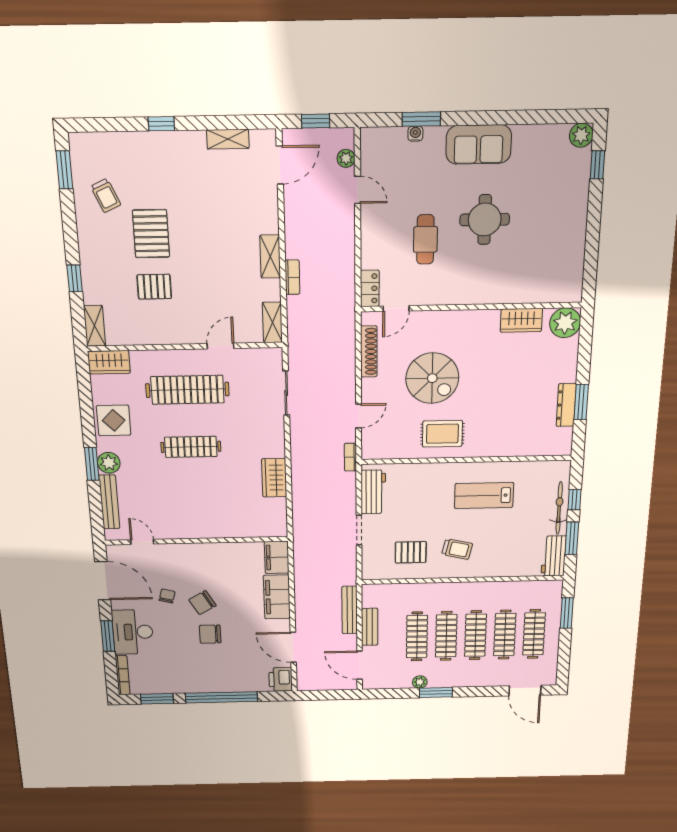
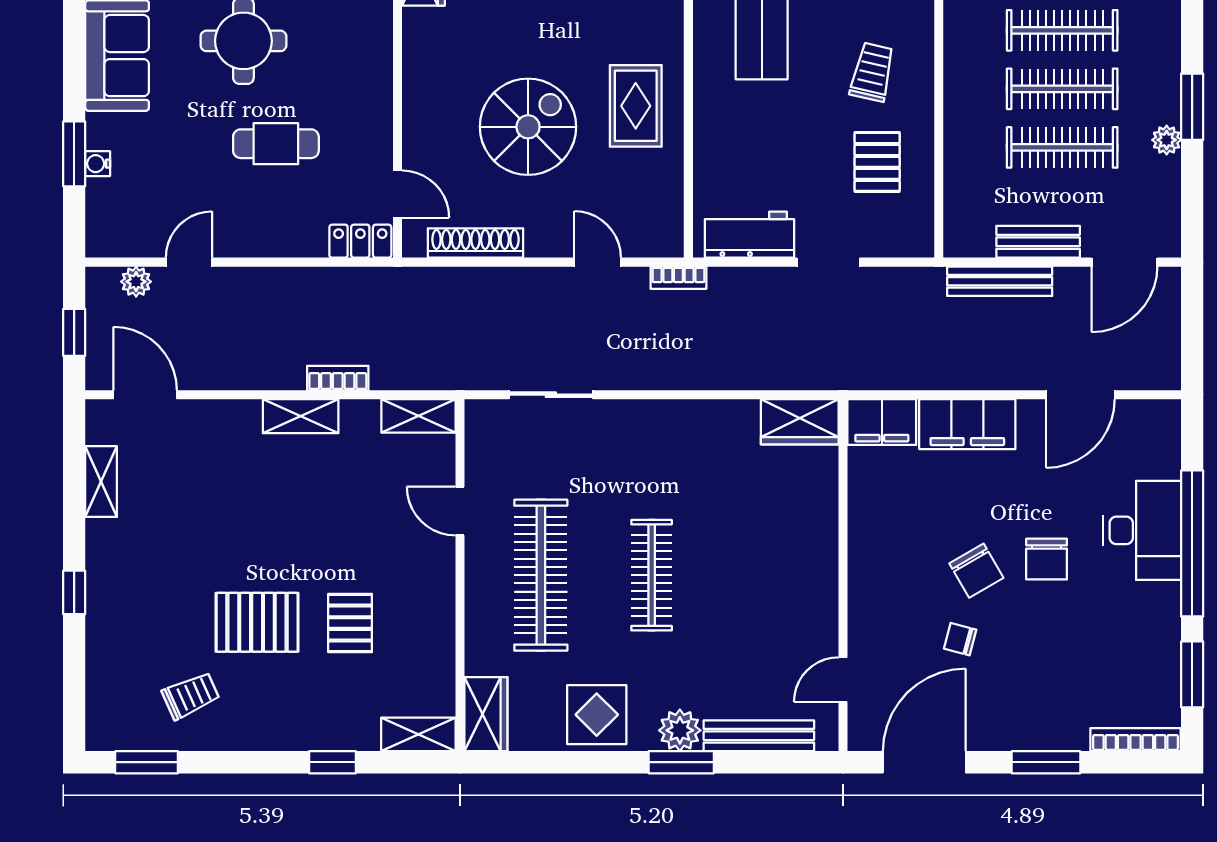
wardrobe: (274, 478) -> (800, 422), moved
desk: (133, 632) -> (1142, 530), moved, turned -90
printer: (281, 679) -> (1153, 422), removed

